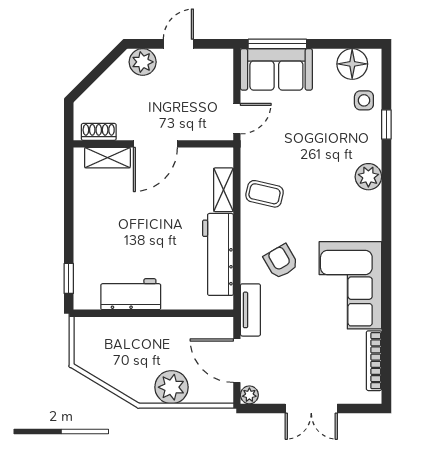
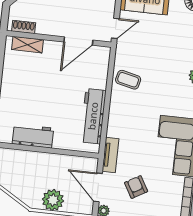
door: (155, 144) -> (78, 41), moved
shelving: (224, 190) -> (101, 74), removed
armchair: (281, 261) -> (136, 187), moved

